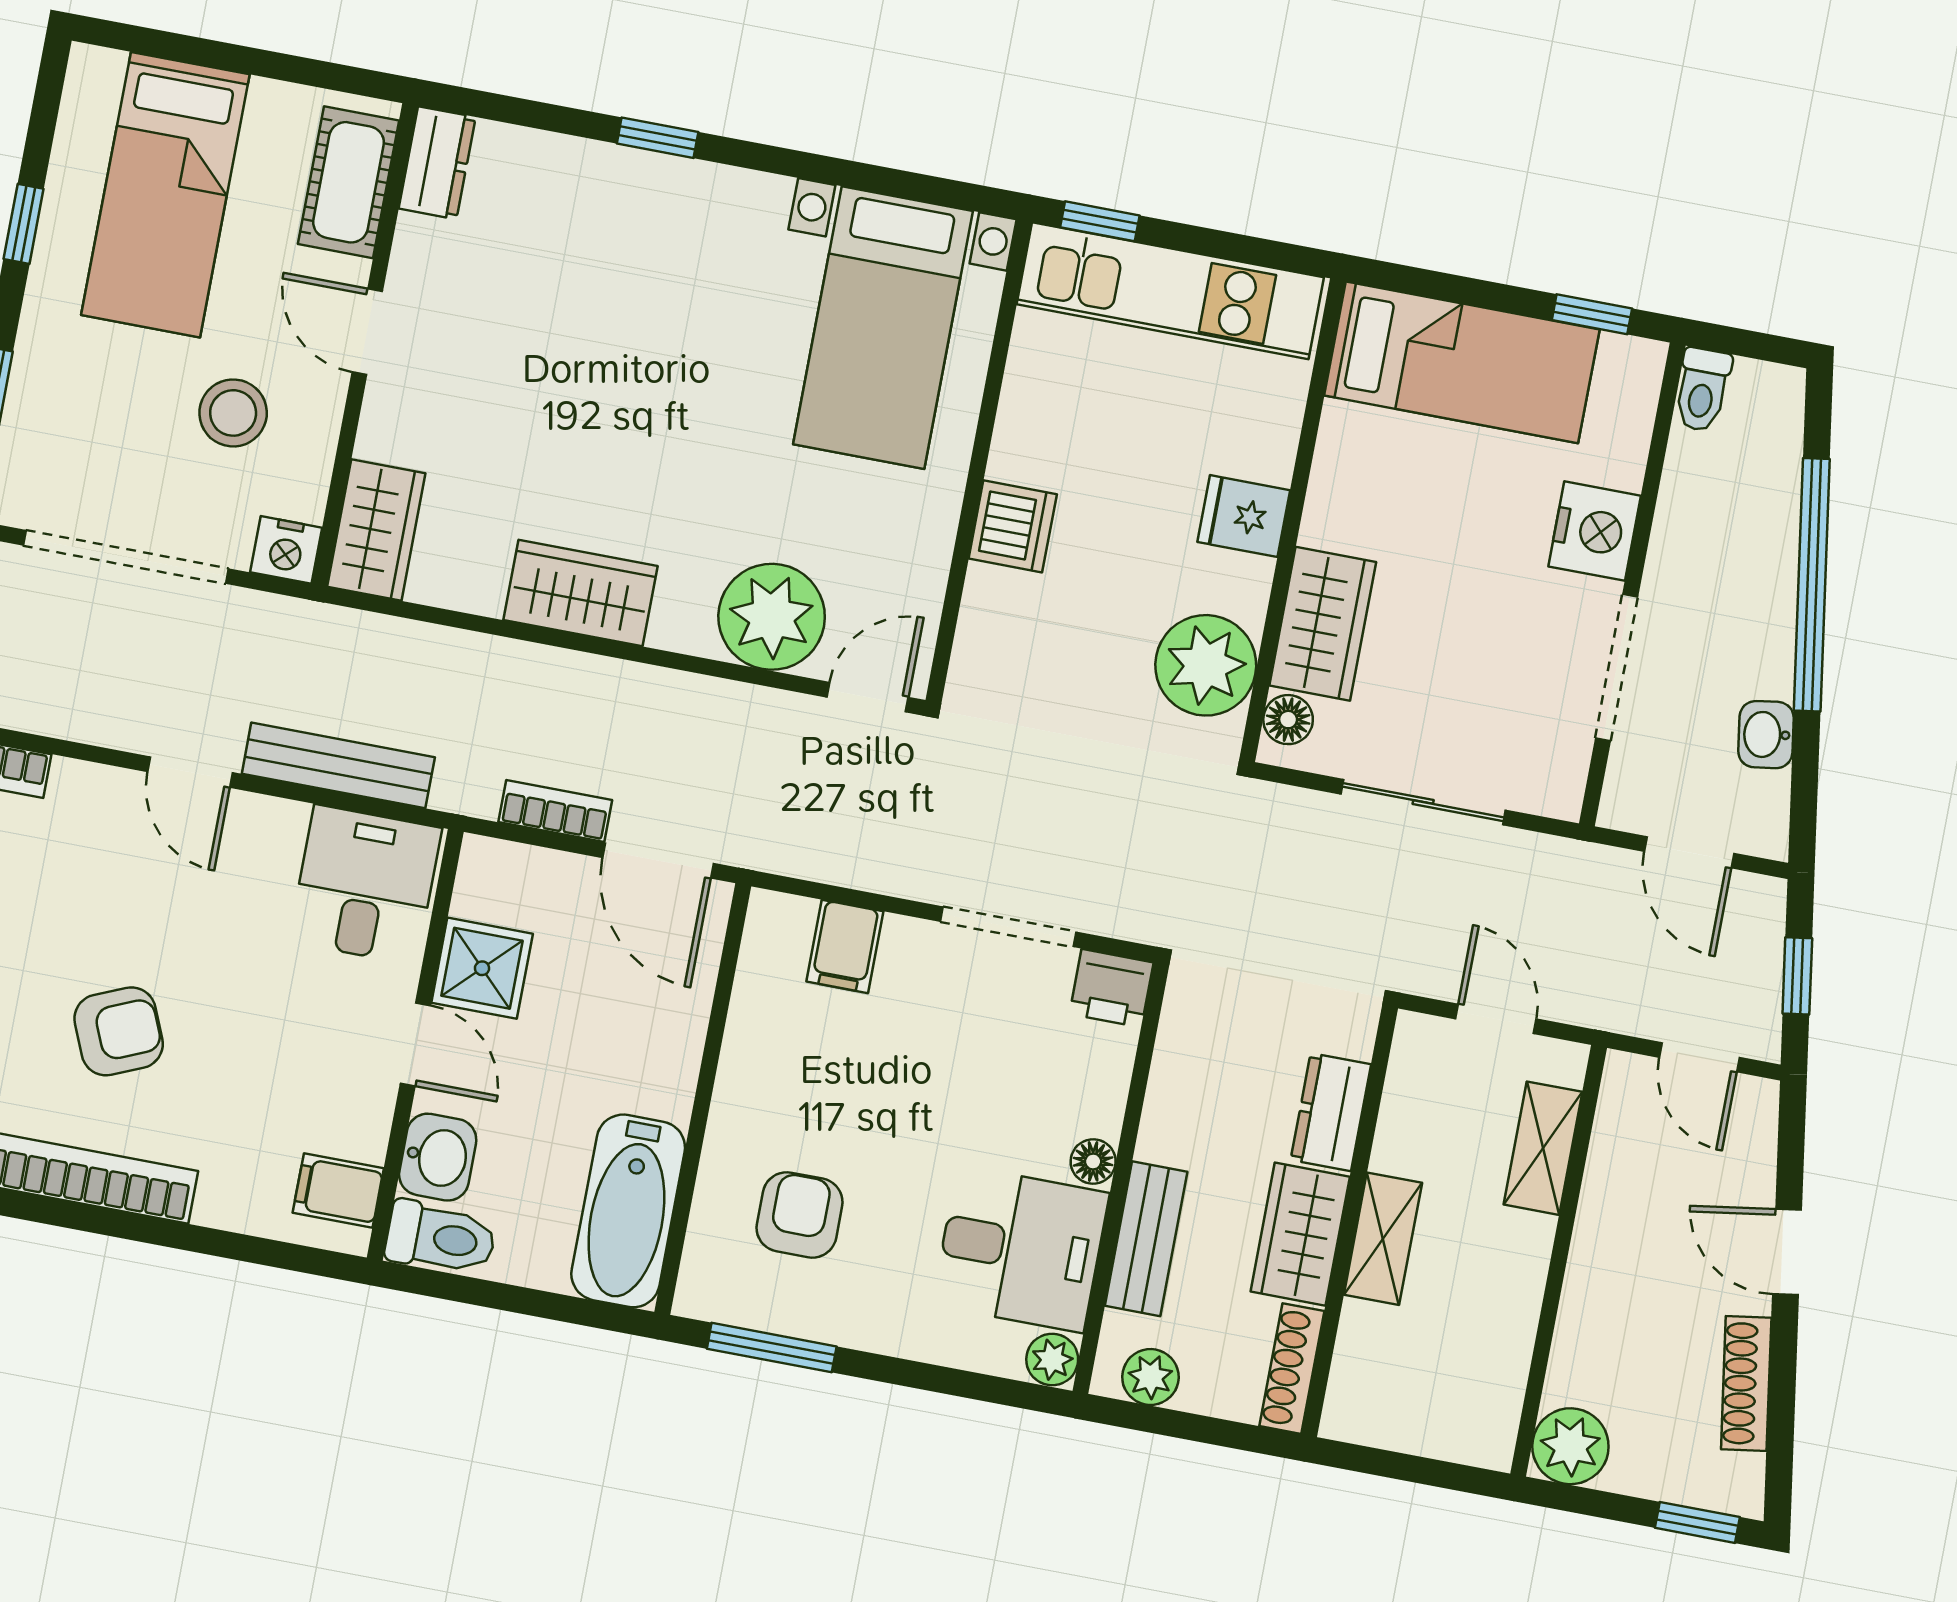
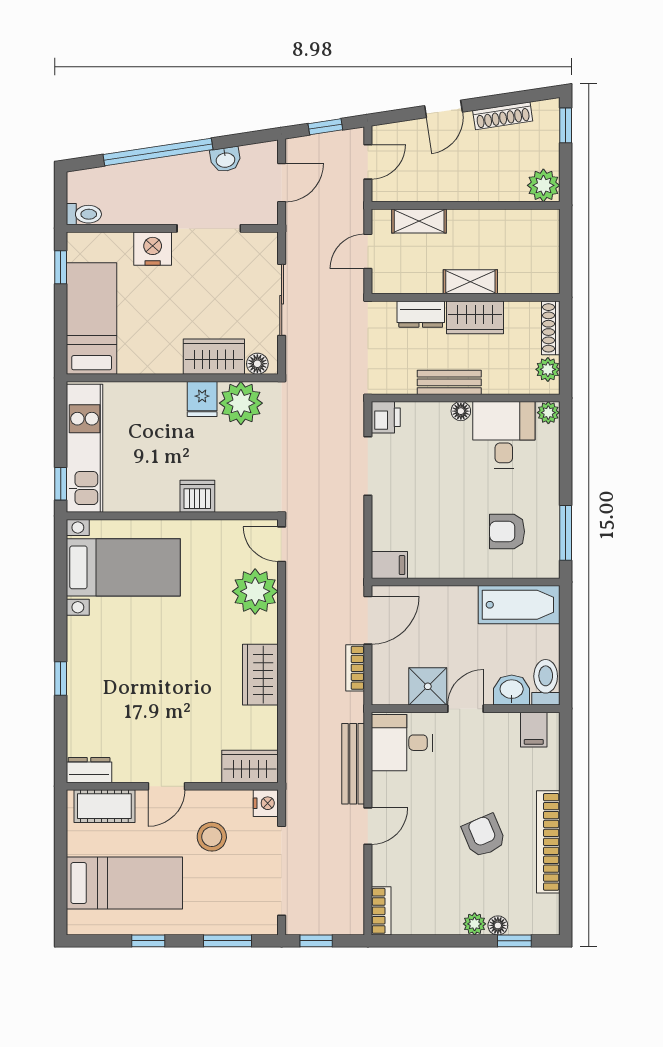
fridge: (1244, 516) -> (202, 399), moved
filing cabinet: (845, 946) -> (389, 565), moved
bench: (1146, 1239) -> (449, 382), moved
shoe rack: (1292, 1369) -> (551, 328), moved, turned 90

